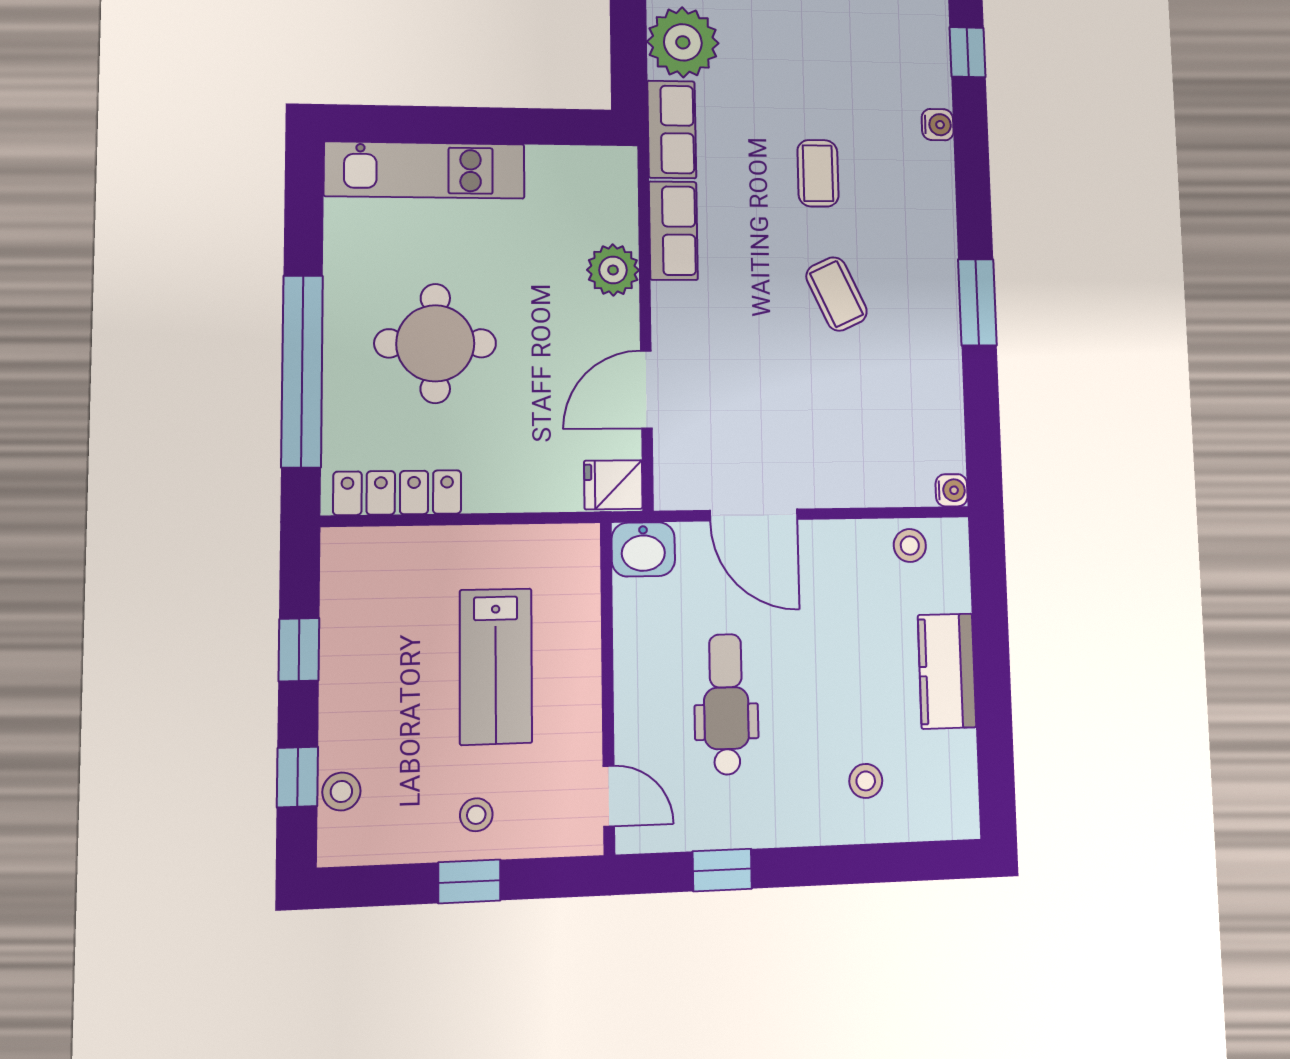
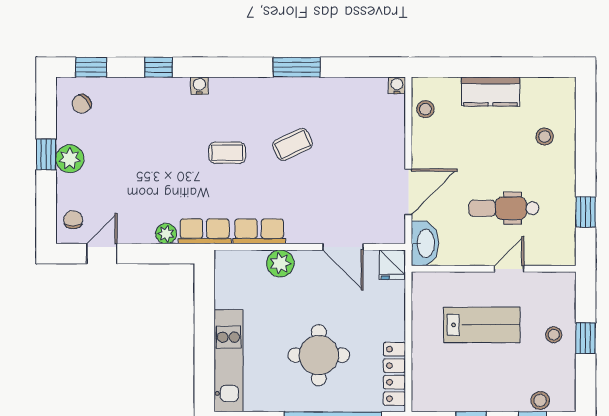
plant: (683, 42) -> (166, 234), width x0.53, depth x0.53
washbasin: (643, 549) -> (425, 243), width x1.38
door: (609, 796) -> (509, 269), moved

